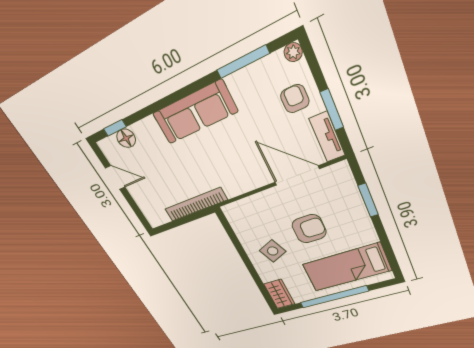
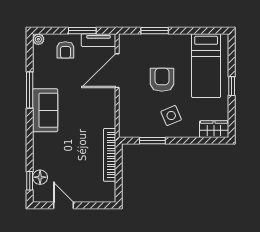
window: (243, 62) -> (30, 90), moved
armchair: (295, 99) -> (65, 50), turned -90
sofa: (195, 113) -> (45, 110), width x0.73
door: (115, 178) -> (64, 205), hinge flipped
window: (236, 242) -> (152, 141), added
window: (334, 297) -> (232, 86), width x0.32

